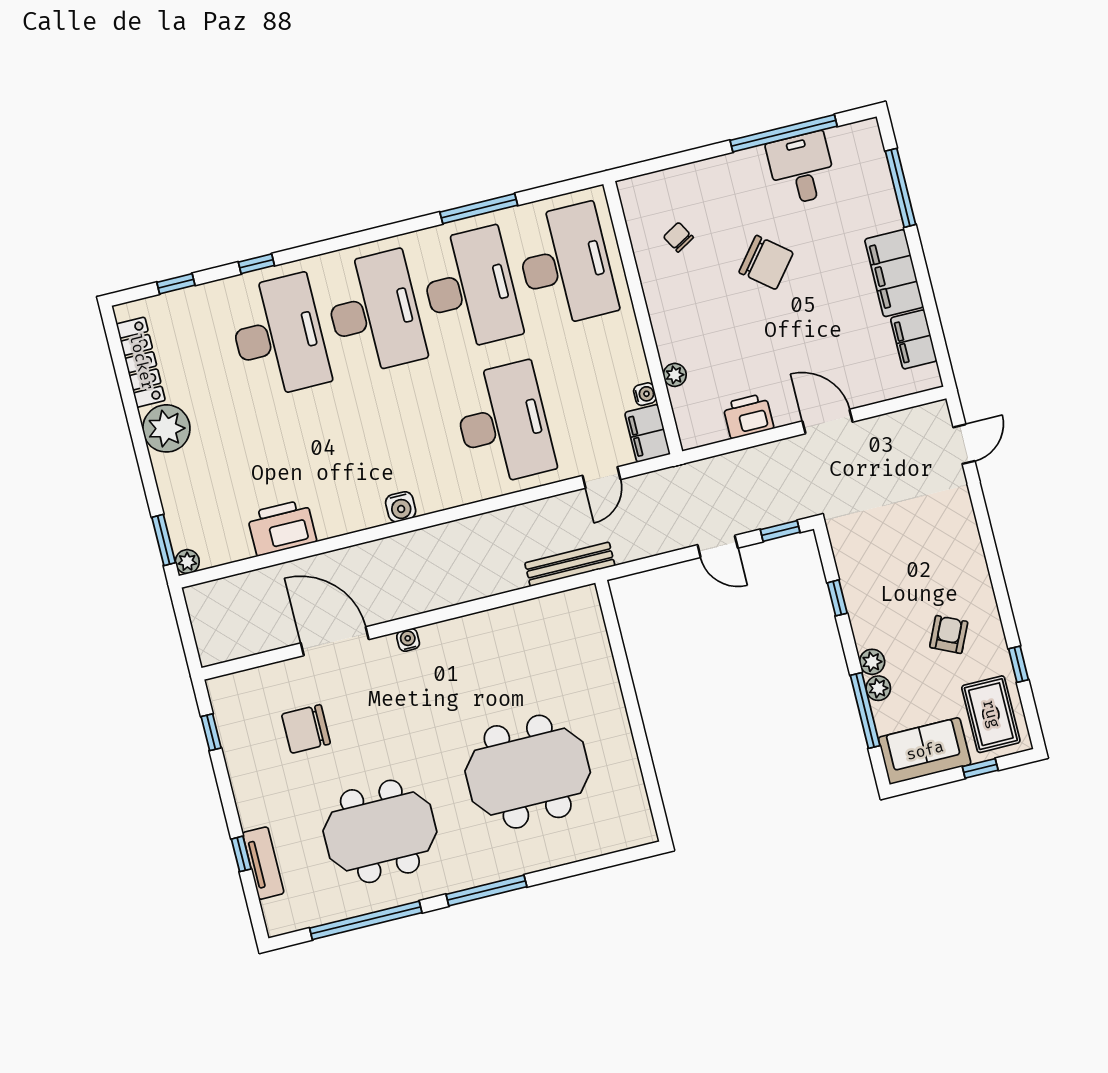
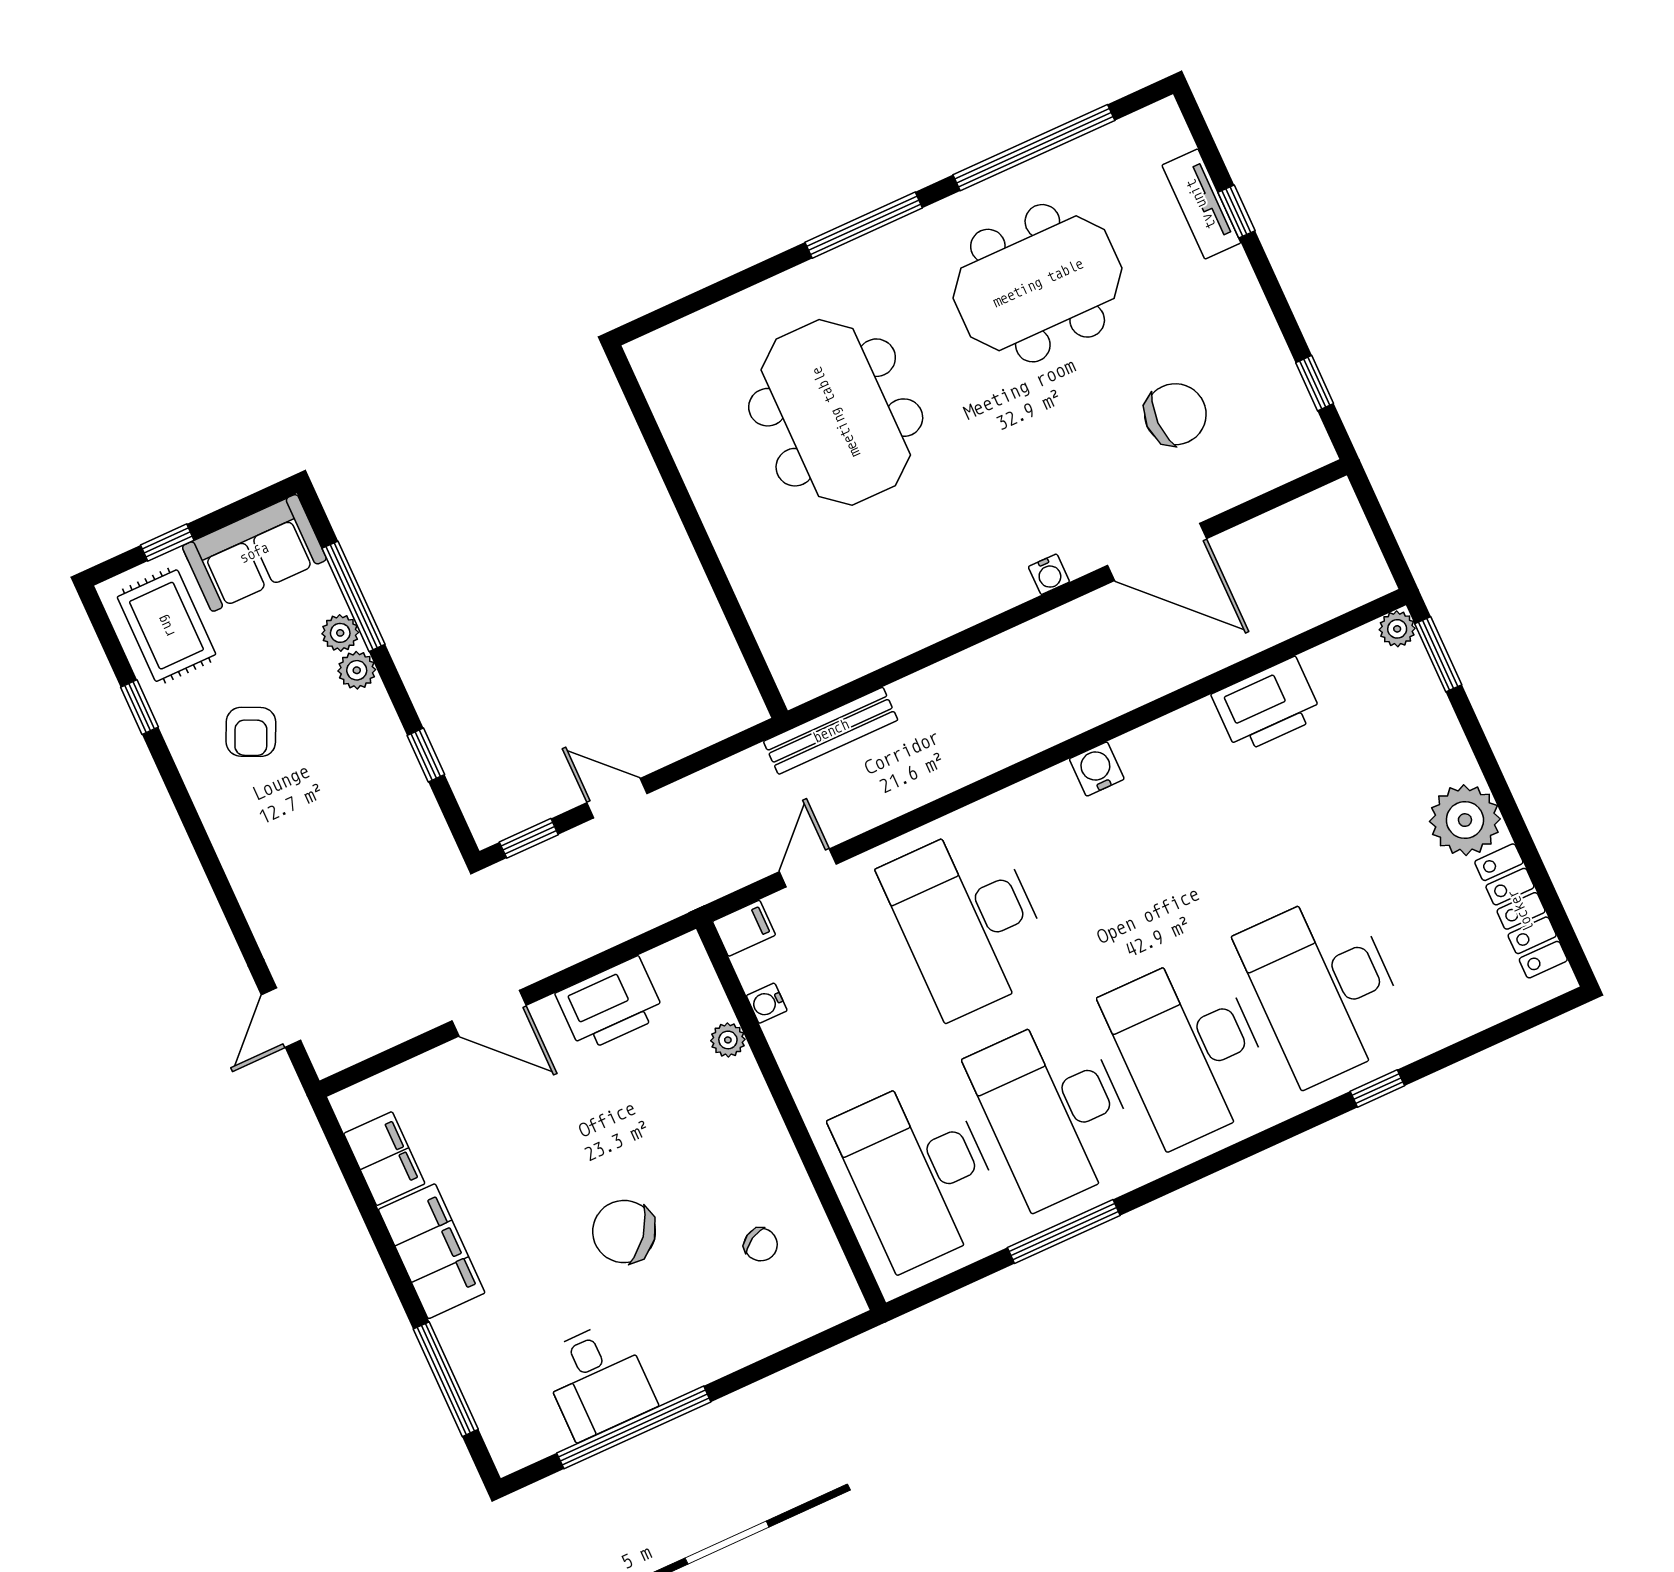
window: (176, 284) -> (1491, 1037), removed
printer: (748, 416) -> (610, 1004), width x1.37, depth x1.19
filing cabinet: (647, 433) -> (744, 928), width x0.50
meeting table: (528, 772) -> (836, 412), turned 90

